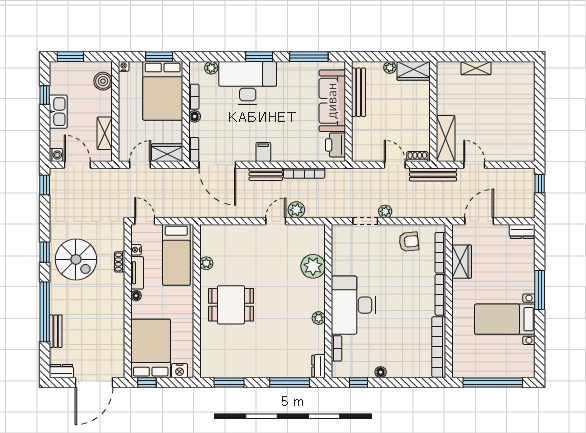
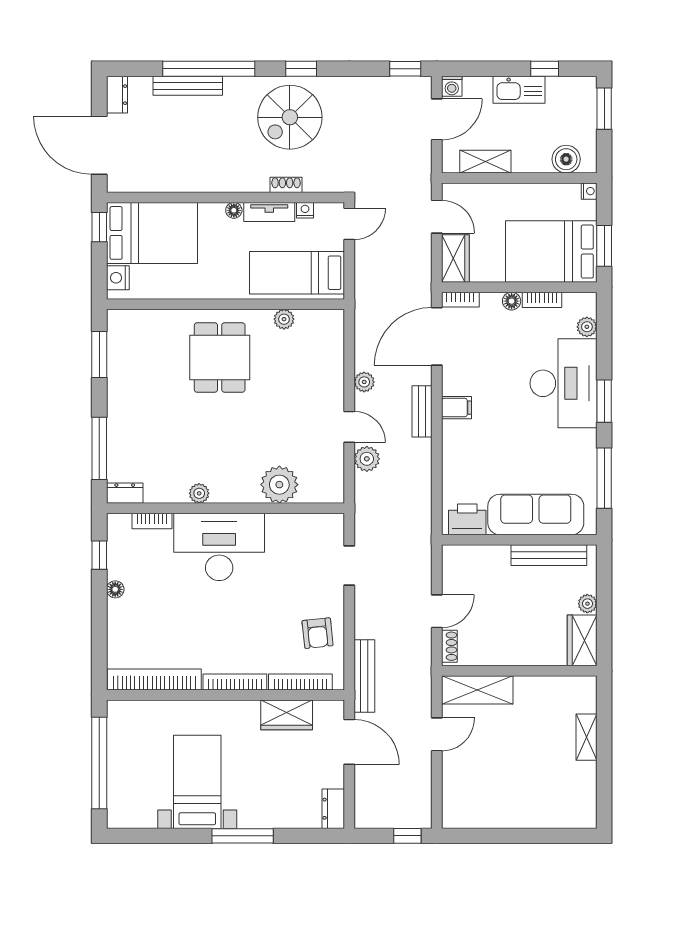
bookcase: (304, 173) -> (424, 471), removed
bench: (433, 174) -> (364, 676), moved
plant: (385, 211) -> (364, 382), moved
bench: (56, 331) -> (188, 86), width x1.36

